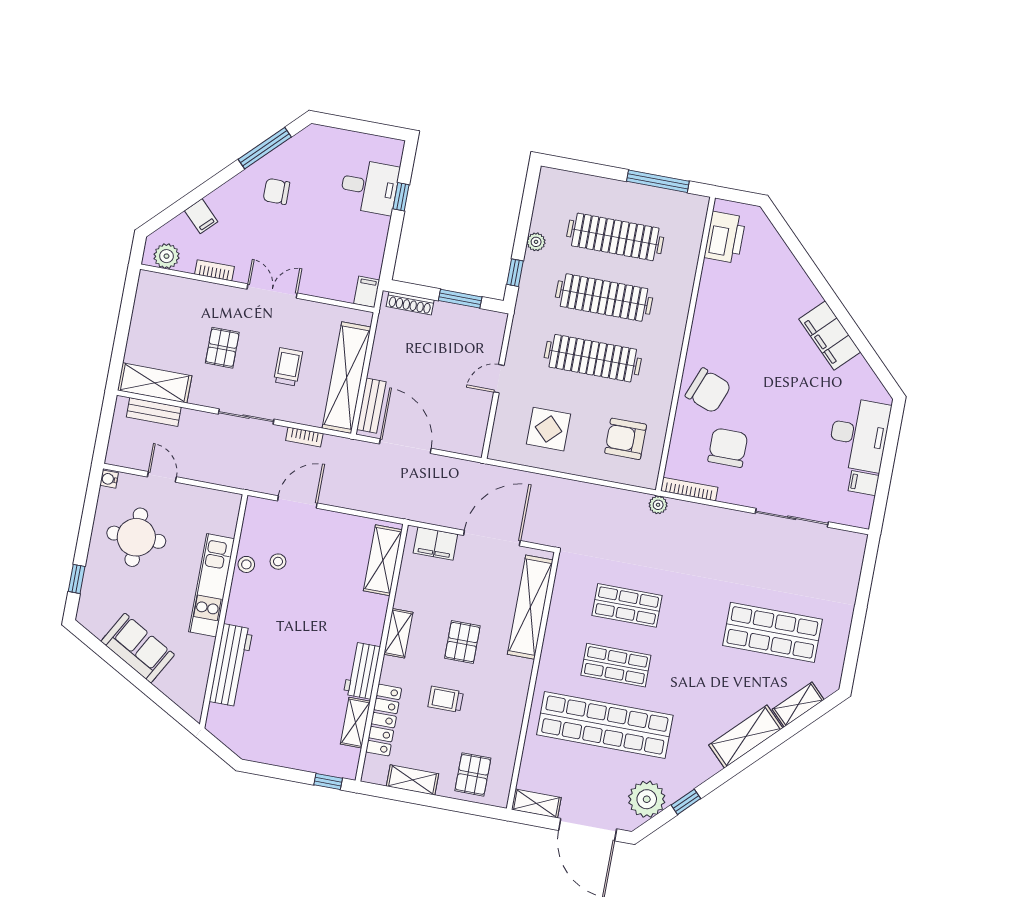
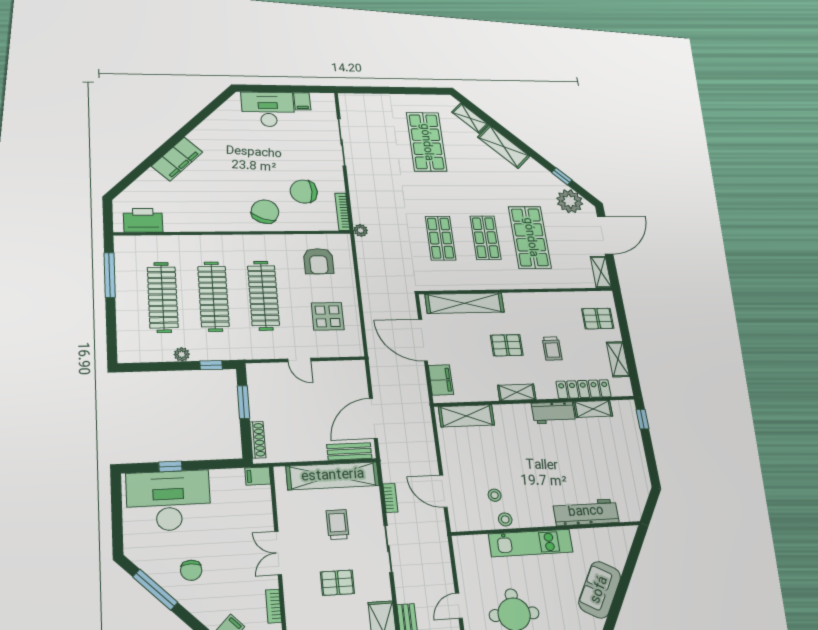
desk: (370, 187) -> (168, 501), width x1.87, depth x1.30
filing cabinet: (830, 336) -> (177, 159), moved
trolley: (288, 367) -> (338, 525), turned 90
shop shelf: (605, 725) -> (530, 237), width x0.71

